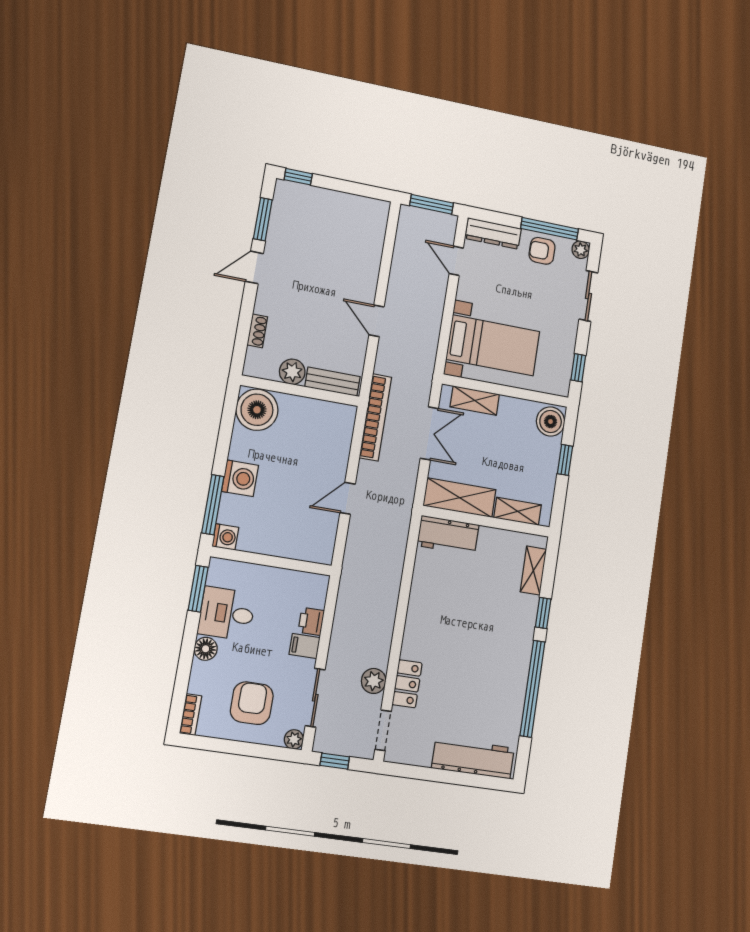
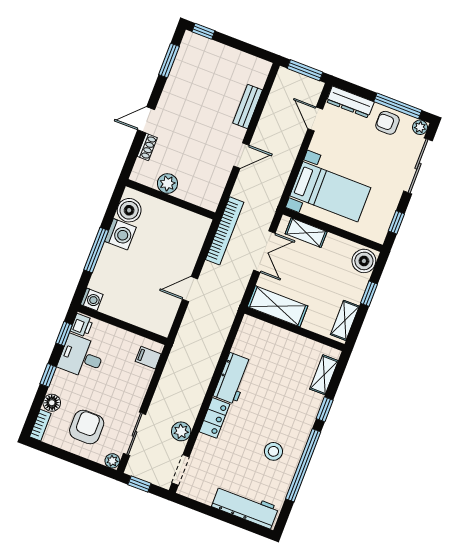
door: (254, 267) -> (146, 120), moved
sliding door: (588, 296) -> (418, 166), width x1.37
door: (377, 321) -> (241, 156), swing flipped
bench: (332, 382) -> (248, 107), moved, turned 90
boiler: (257, 410) -> (129, 210), width x0.73, depth x0.73
washing machine: (240, 478) -> (120, 234), moved
window: (213, 505) -> (96, 250), moved
shelving: (518, 511) -> (345, 320), moved, turned 90
workbench: (448, 535) -> (233, 378), moved, turned -90
window: (198, 589) -> (64, 334), width x0.67
printer: (311, 621) -> (82, 325), moved, turned 180
filing cabinet: (305, 646) -> (148, 358), moved
window: (188, 647) -> (48, 375), added
floor lamp: (206, 649) -> (52, 403), moved
stool: (493, 680) -> (273, 451), added
locker: (407, 684) -> (214, 418), moved

